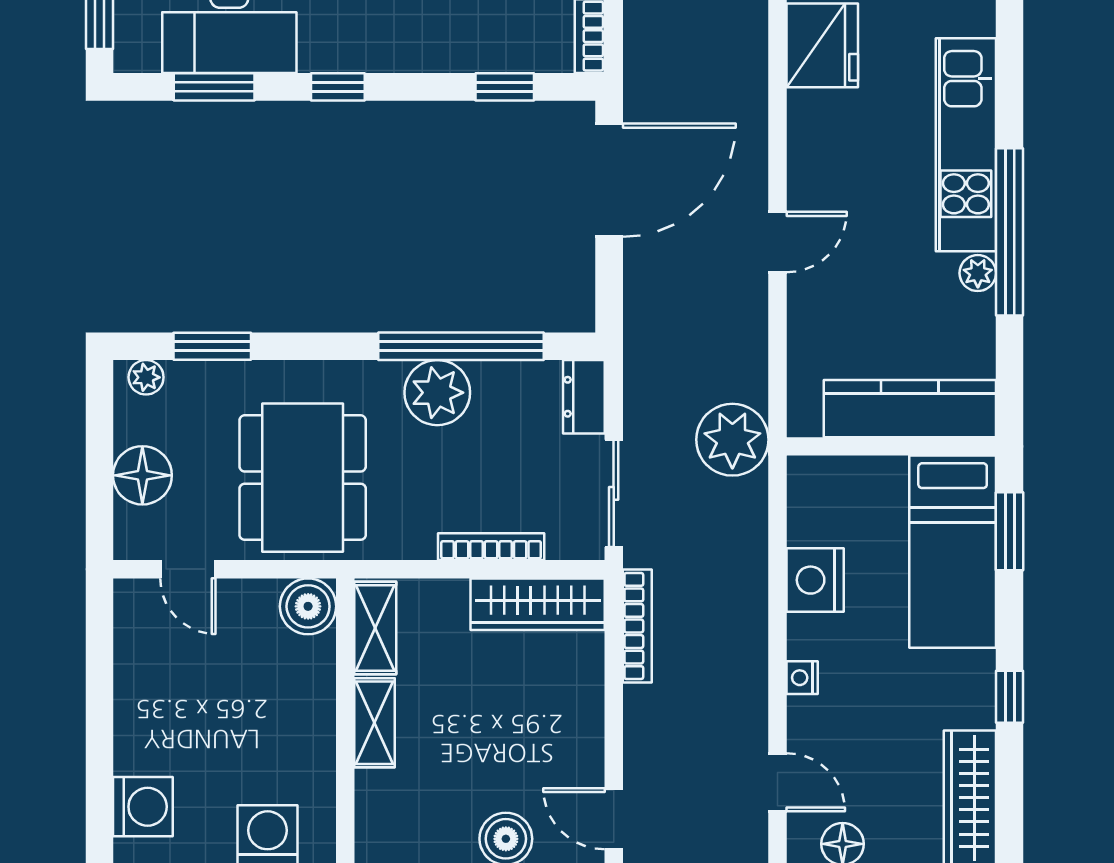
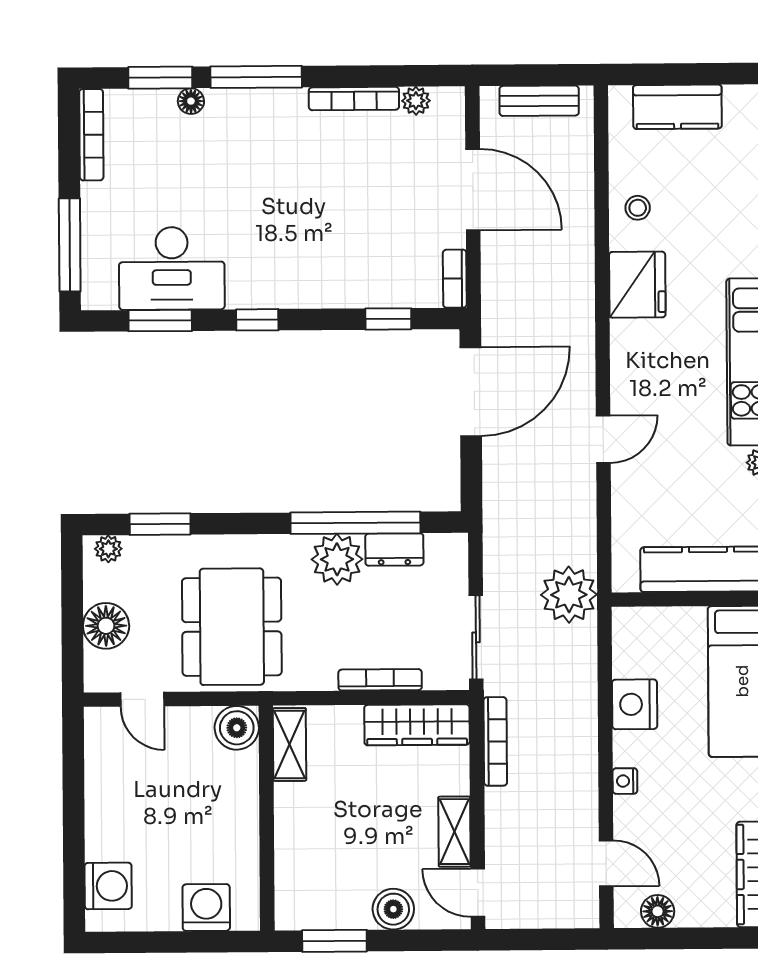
dresser: (584, 397) -> (394, 549), moved, turned -90
shelving: (374, 723) -> (454, 832), moved

